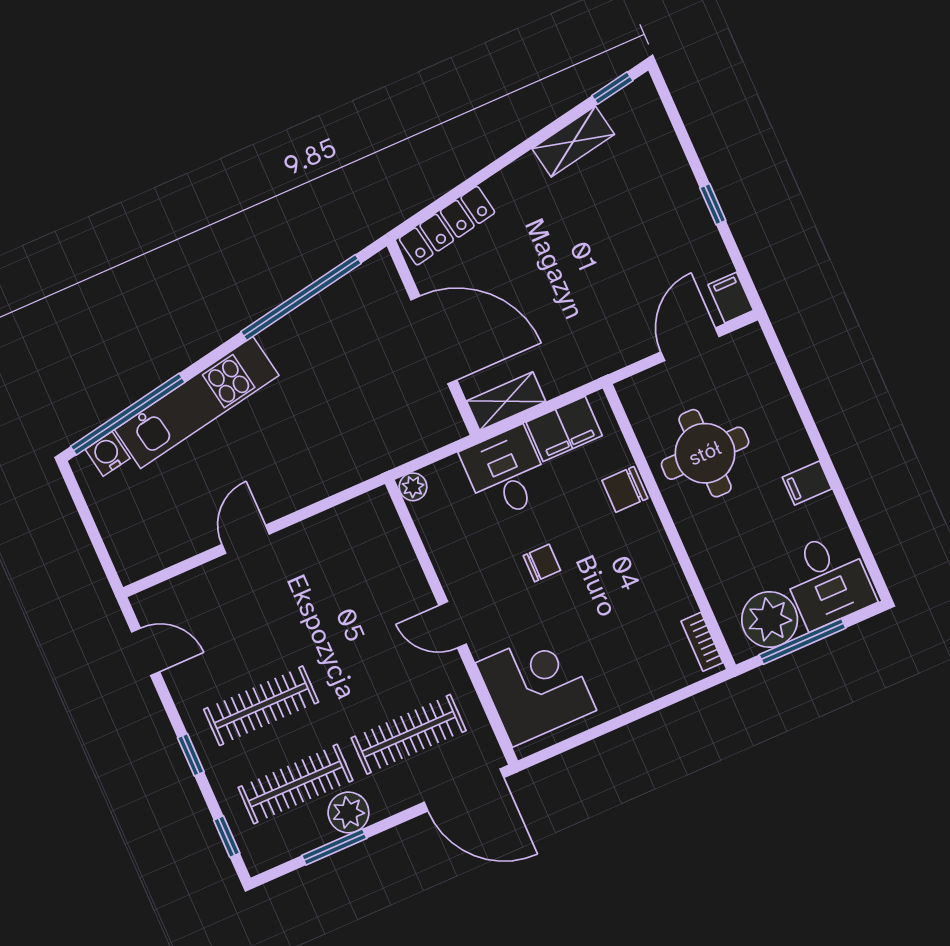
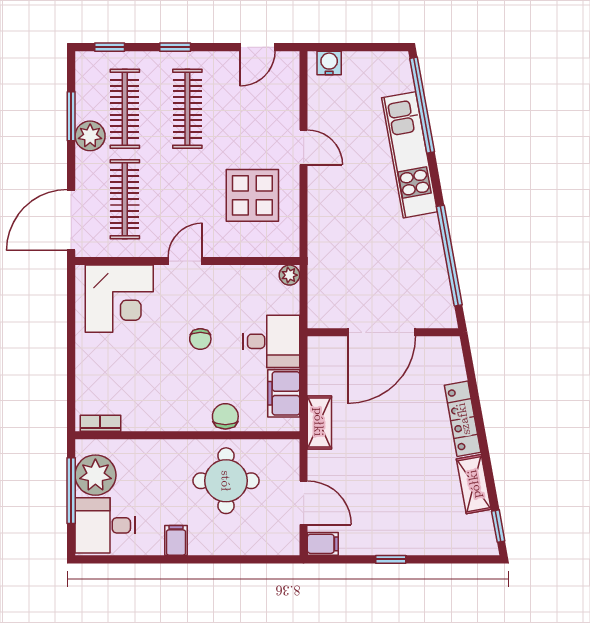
locker: (447, 226) -> (463, 419), moved
shelving: (506, 401) -> (319, 422), moved
water cooler: (108, 454) -> (329, 63), moved, turned -80
display table: (334, 577) -> (252, 195), added

